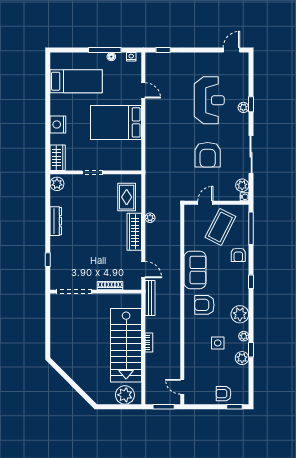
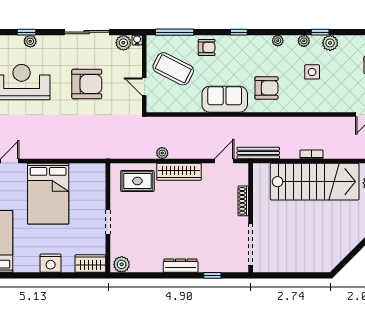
dresser: (56, 221) -> (181, 266), moved
armchair: (204, 305) -> (266, 88), turned -90
plant: (240, 314) -> (278, 41), width x0.53, depth x0.53

